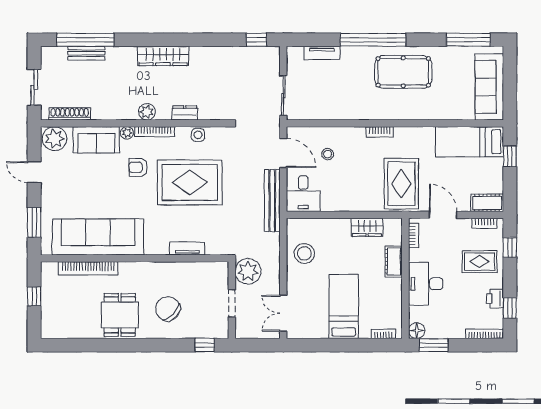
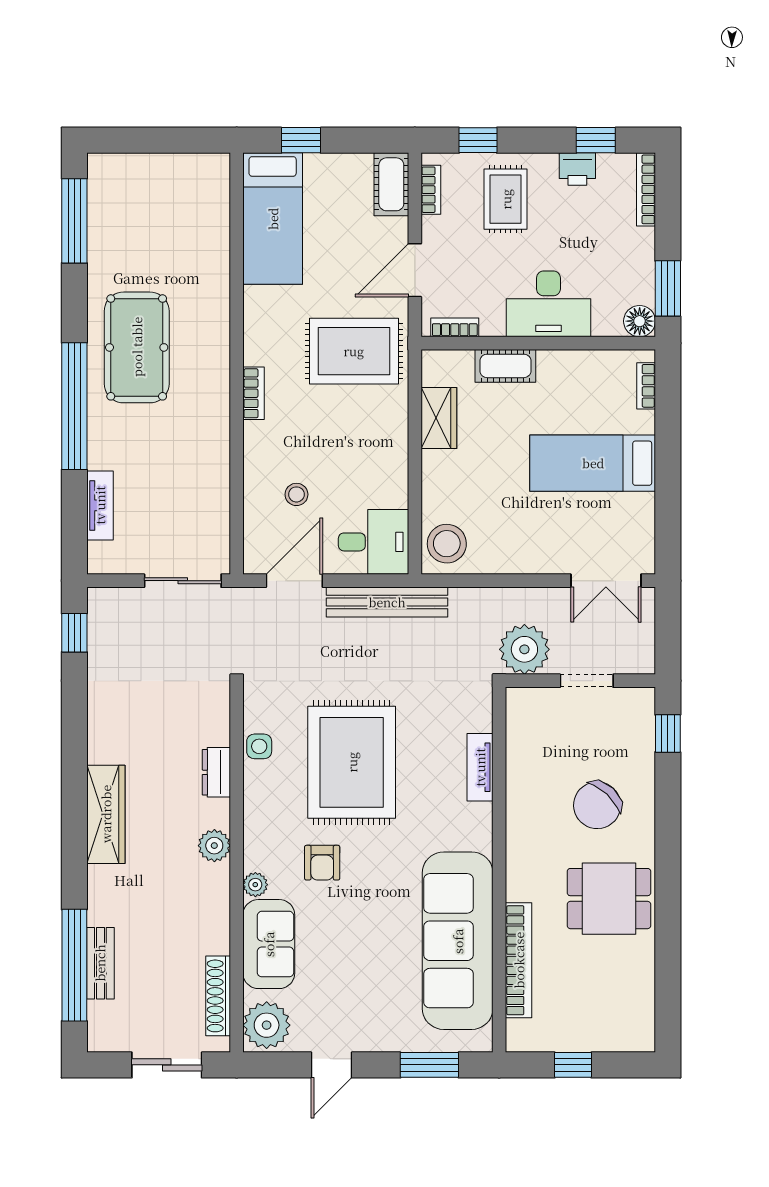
sofa: (489, 87) -> (166, 180), removed
bookcase: (154, 132) -> (253, 831), removed
stool: (304, 253) -> (447, 544), moved

